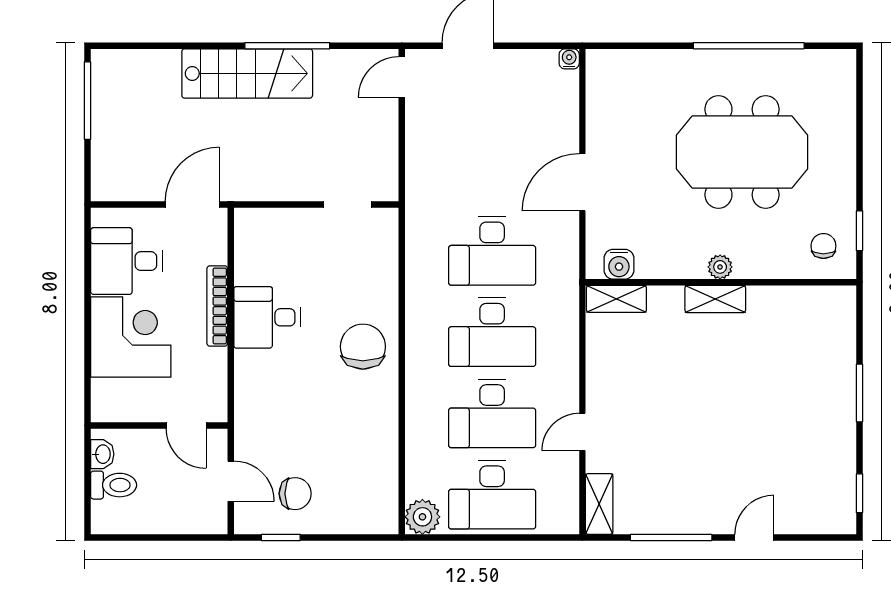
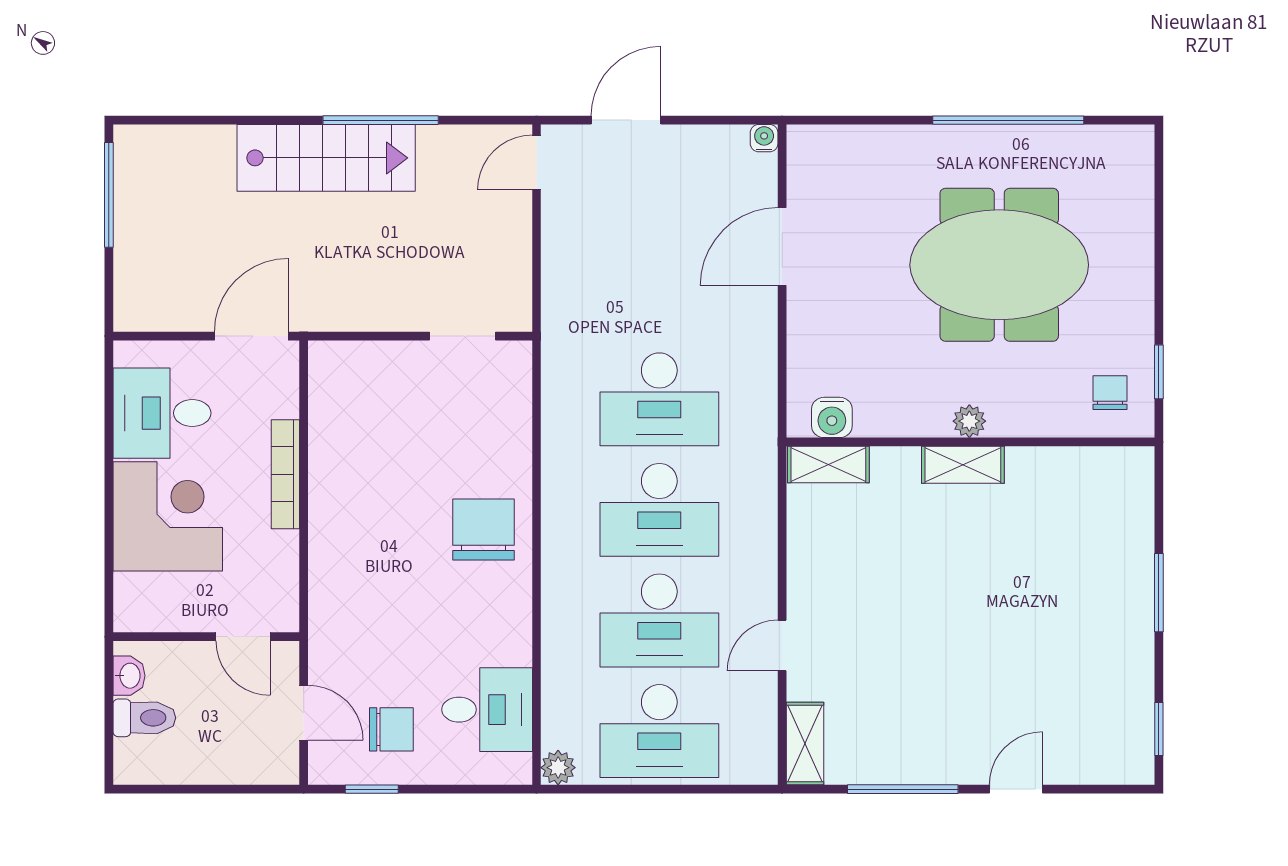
door: (582, 182) -> (782, 246), moved
desk: (267, 317) -> (487, 710), moved, turned 180
plant: (422, 517) -> (558, 768), width x0.73, depth x0.73

